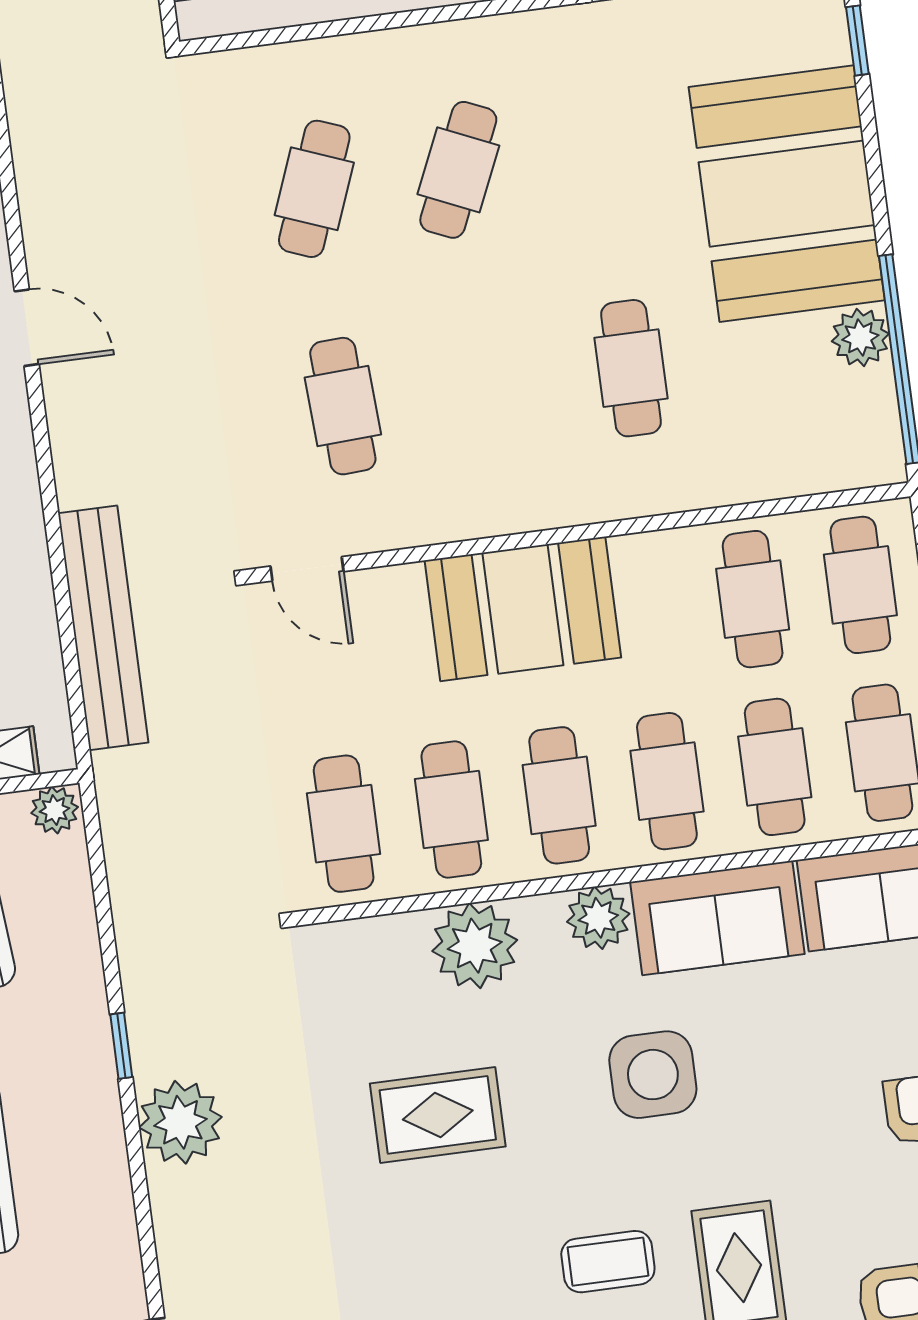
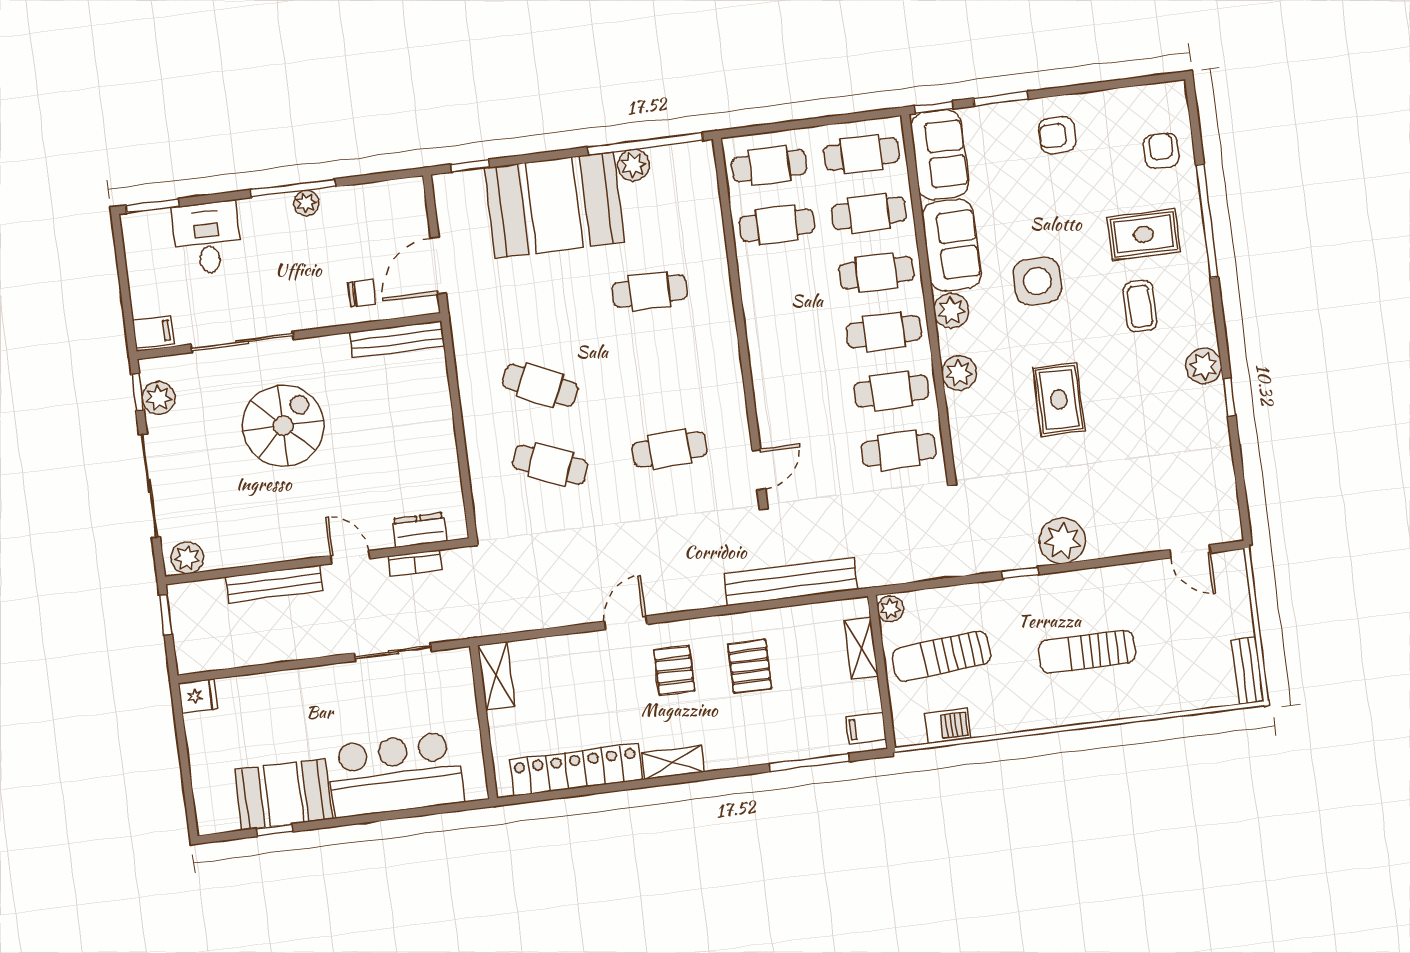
booth: (523, 609) -> (781, 351), removed
plant: (475, 946) -> (959, 373), width x0.73, depth x0.73

